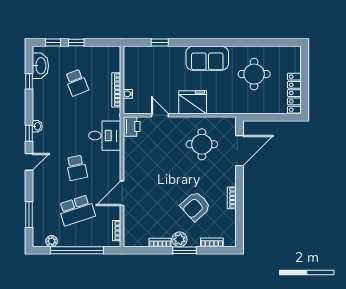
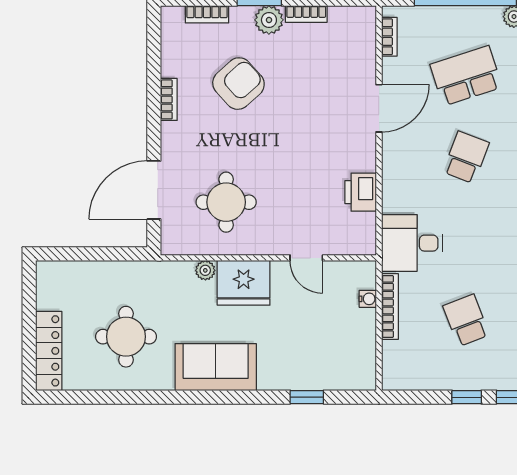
locker: (294, 93) -> (49, 351), moved
plant: (213, 109) -> (205, 270), added
printer: (132, 127) -> (361, 192), moved
desk: (105, 136) -> (412, 243), moved
school desk: (77, 168) -> (466, 157), turned 33

